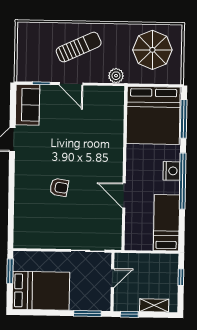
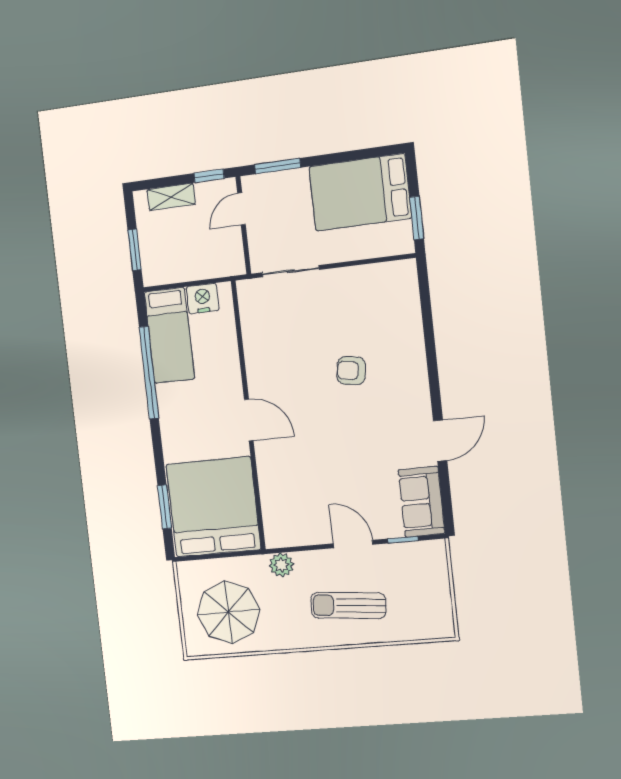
sun lounger: (79, 47) -> (348, 605), turned 30
window: (184, 119) -> (165, 507), width x0.69
nightstand: (172, 171) -> (203, 299), moved, turned 90
window: (183, 181) -> (149, 373), moved
door: (124, 196) -> (249, 420), moved
window: (181, 277) -> (135, 250), width x1.50
door: (112, 278) -> (241, 209), moved

